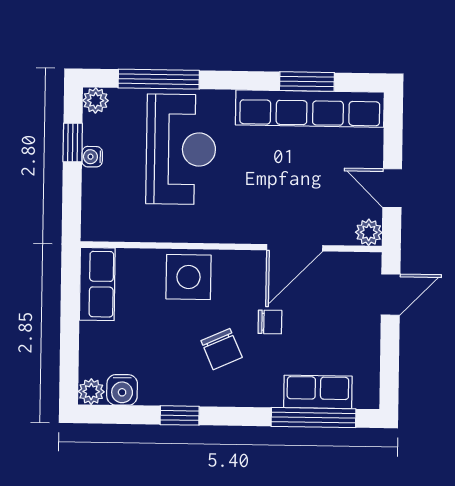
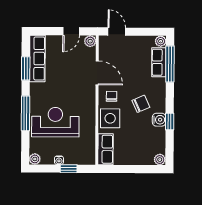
window: (159, 79) -> (25, 113), moved
row of seats: (310, 109) -> (37, 58), width x0.73
window: (73, 143) -> (69, 169), moved
row of seats: (97, 284) -> (105, 149), moved, turned 90
chair: (270, 322) -> (112, 96), moved
water cooler: (122, 390) -> (159, 120), moved
plant: (367, 396) -> (161, 41), added

